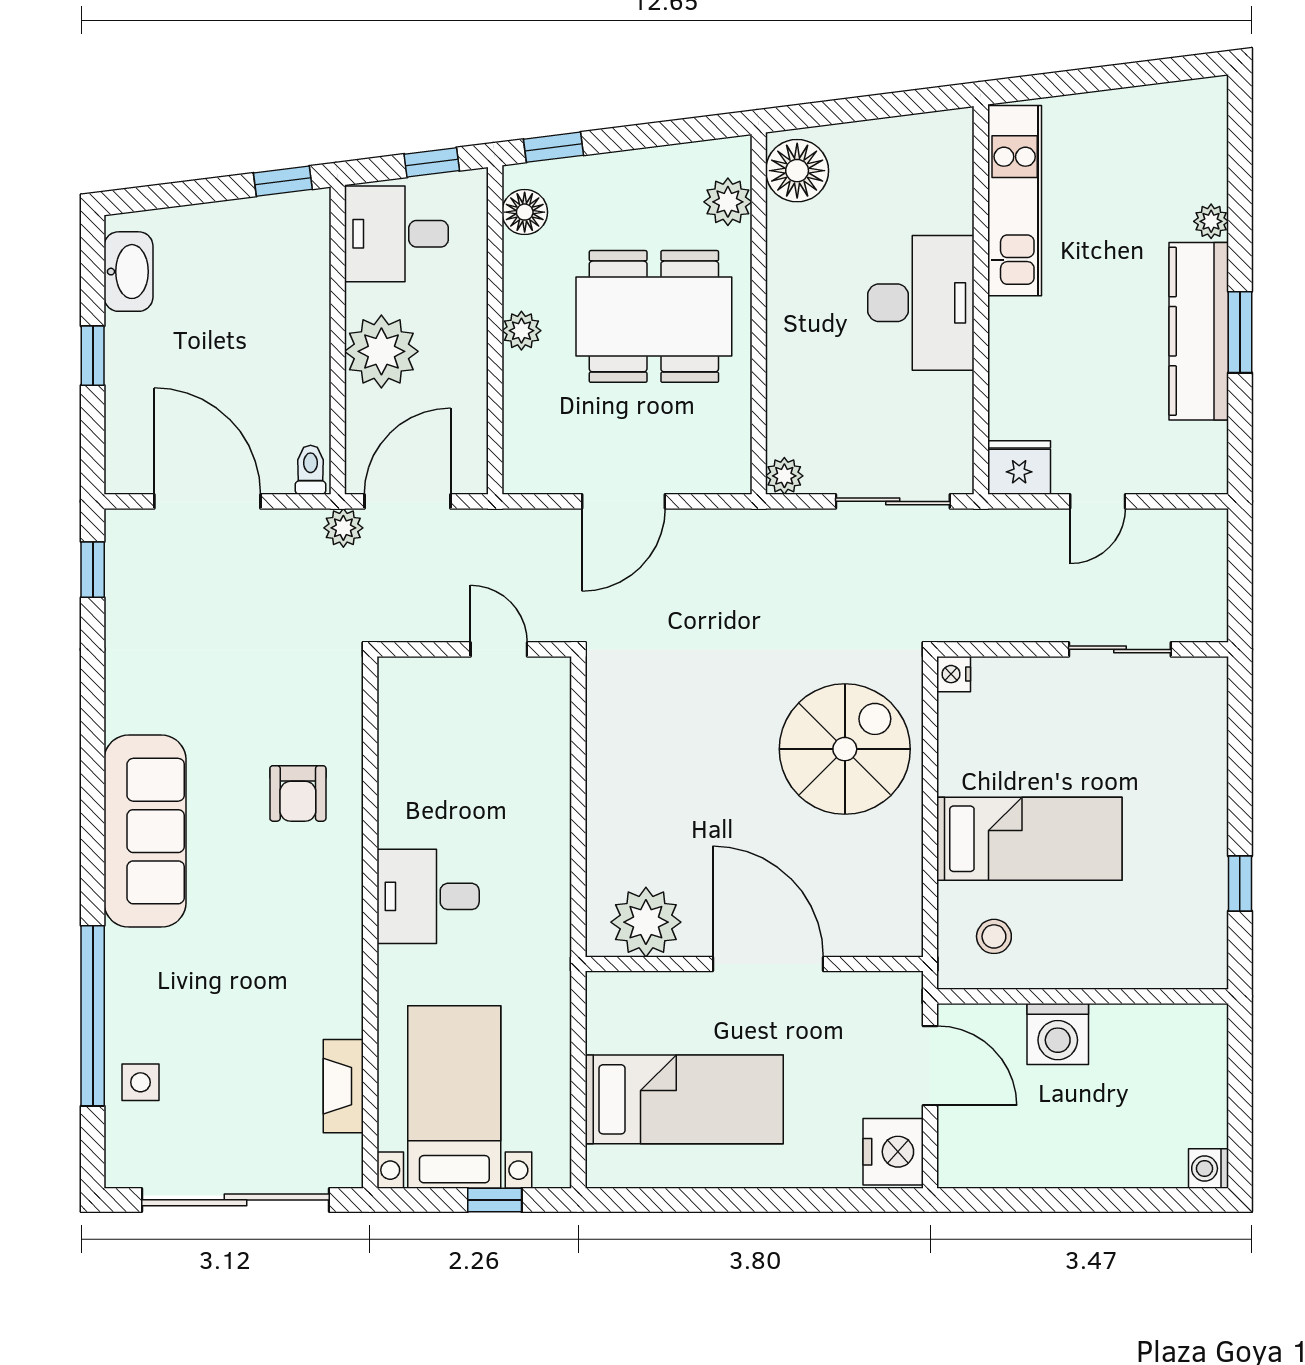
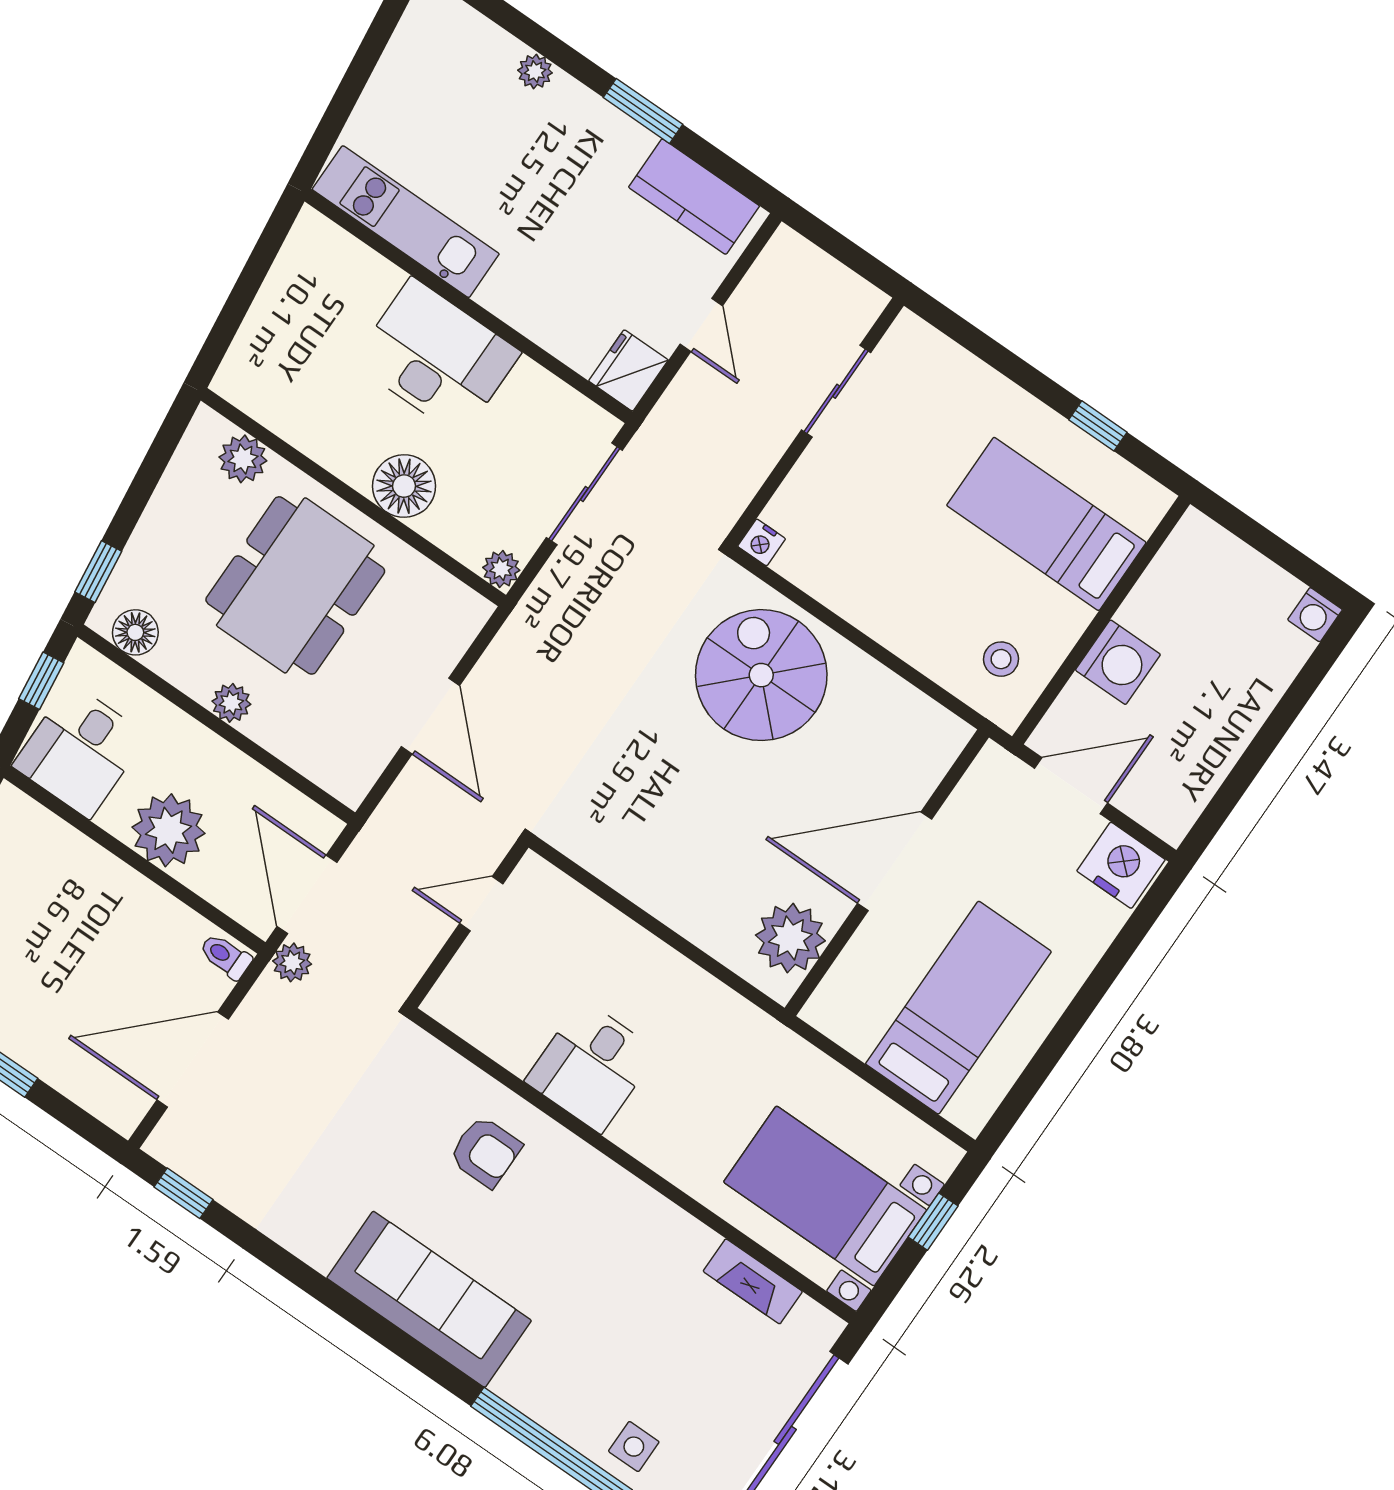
floor lamp: (797, 171) -> (404, 486), moved
kitchen counter: (1199, 331) -> (694, 197), moved, width x0.67
bed: (1029, 839) -> (1046, 524), moved, turned -90
desk: (428, 896) -> (591, 1066), moved

